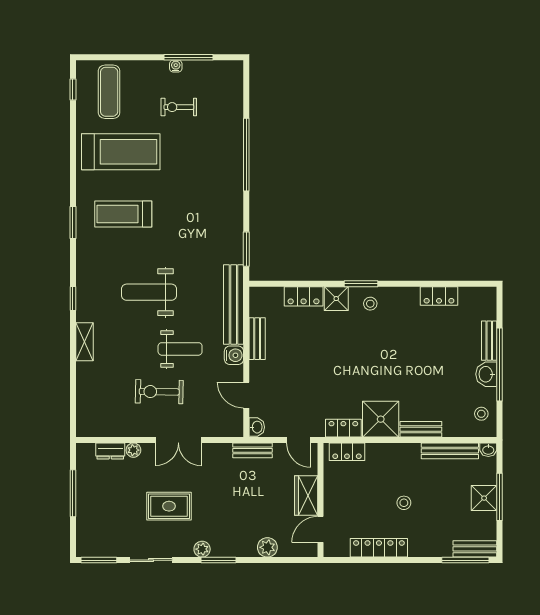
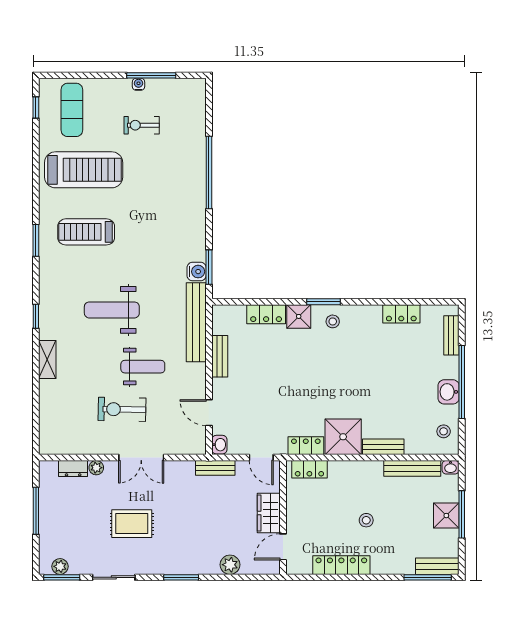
bench: (489, 341) -> (451, 335), moved
water cooler: (234, 355) -> (197, 272), moved
plant: (202, 549) -> (60, 566), moved

